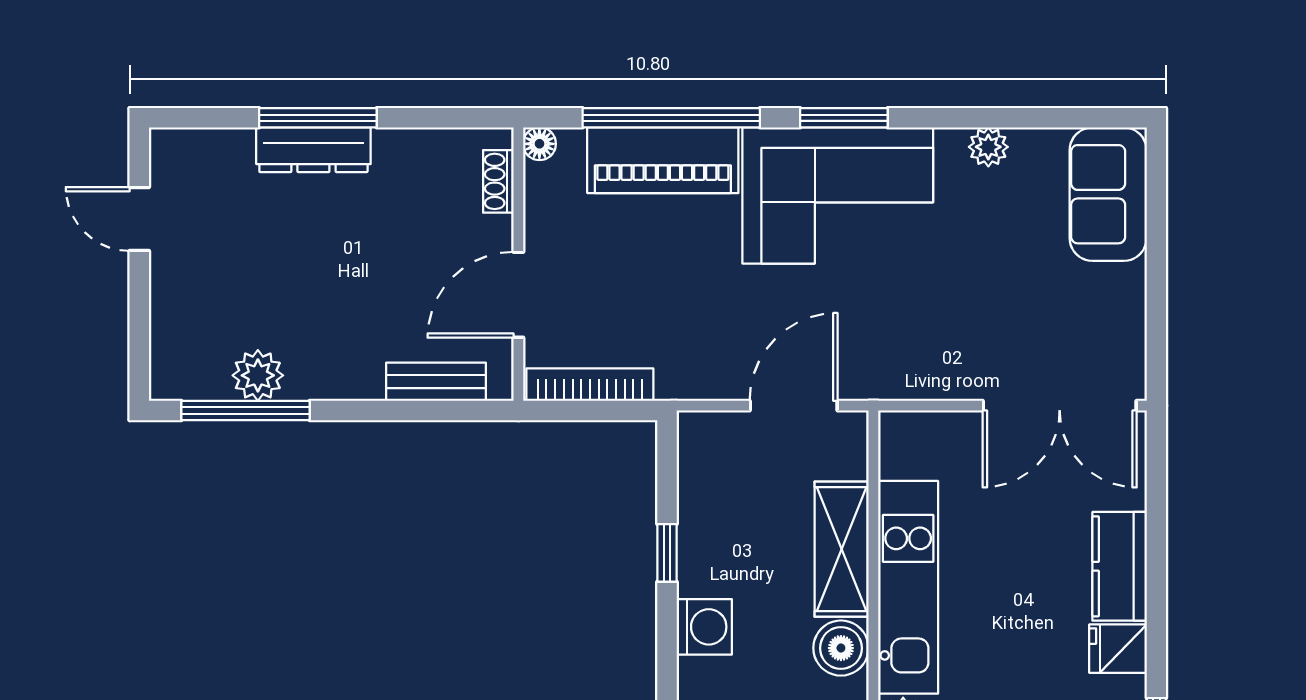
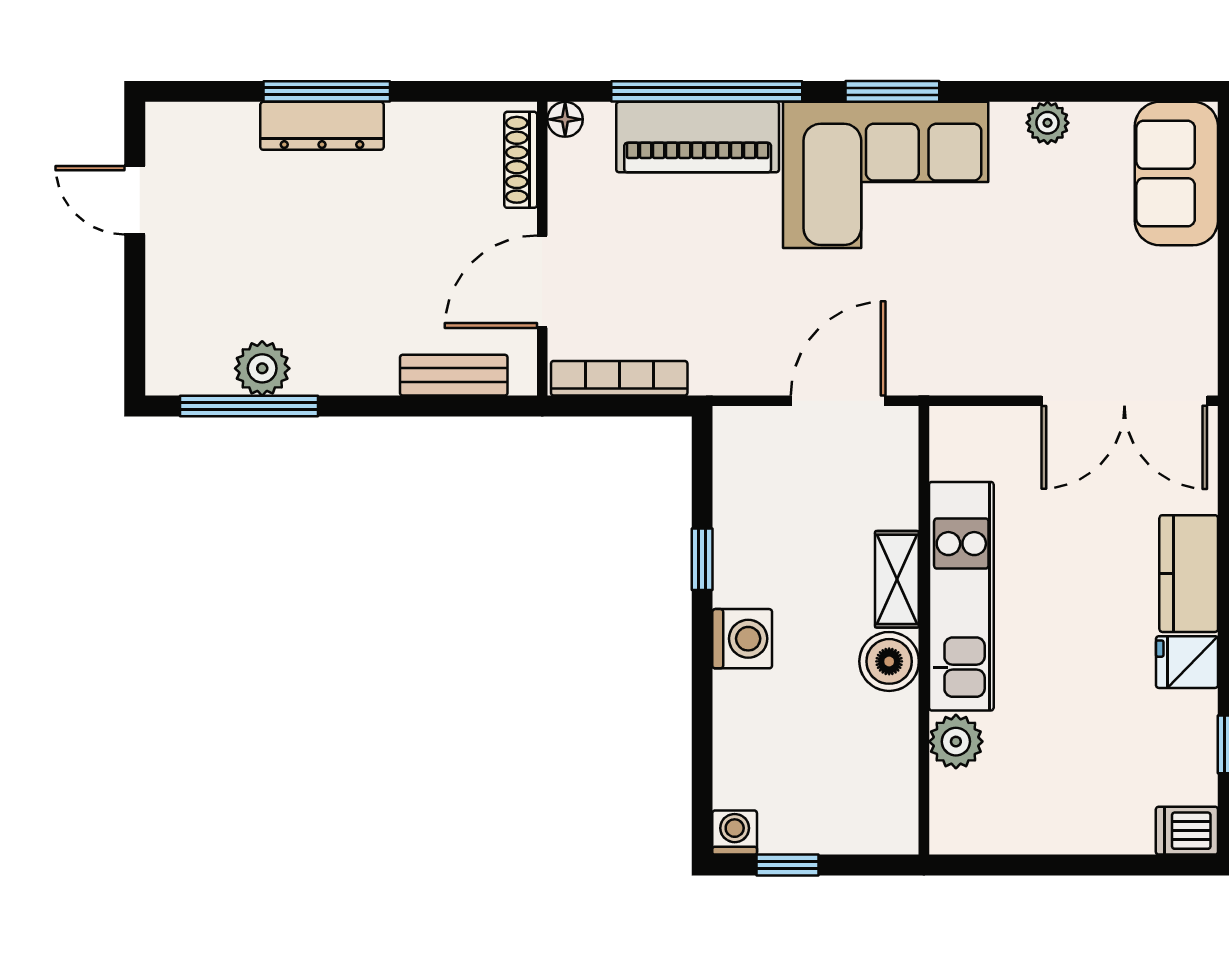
shoe rack: (498, 181) -> (521, 160), width x1.43
shelving: (842, 549) -> (897, 579), width x0.67, depth x0.75

